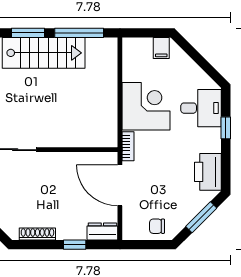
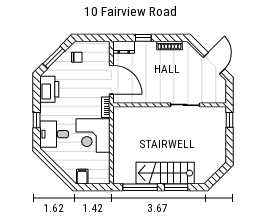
chair: (157, 226) -> (77, 57), moved

